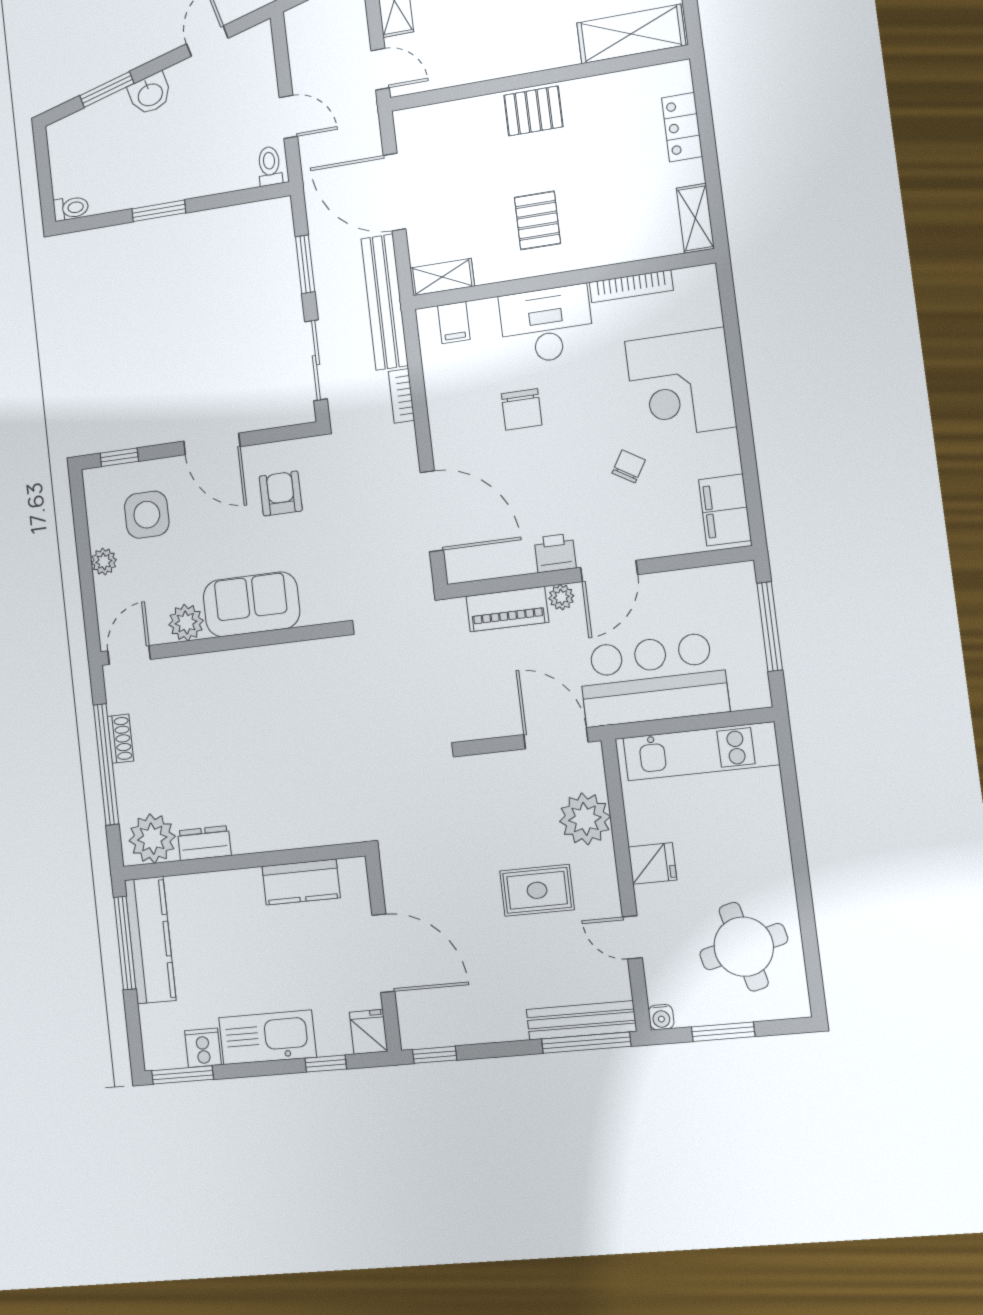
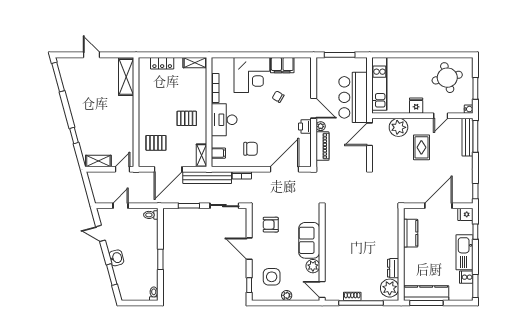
pallet: (533, 111) -> (156, 143), moved, turned 90
door: (288, 117) -> (121, 206), moved
chair: (522, 409) -> (251, 149), moved
door: (212, 444) -> (249, 249), swing flipped
filing cabinet: (725, 510) -> (282, 65), moved

